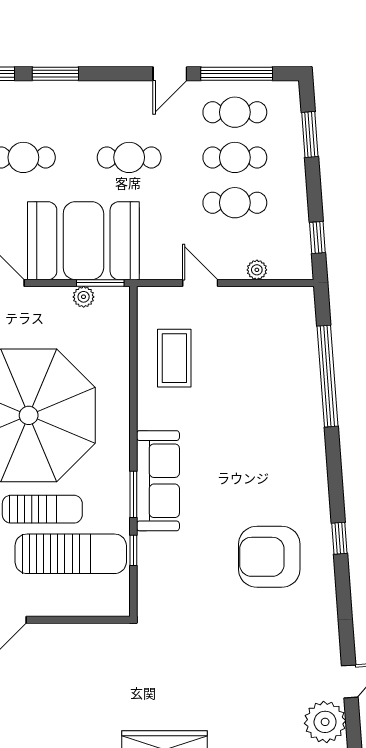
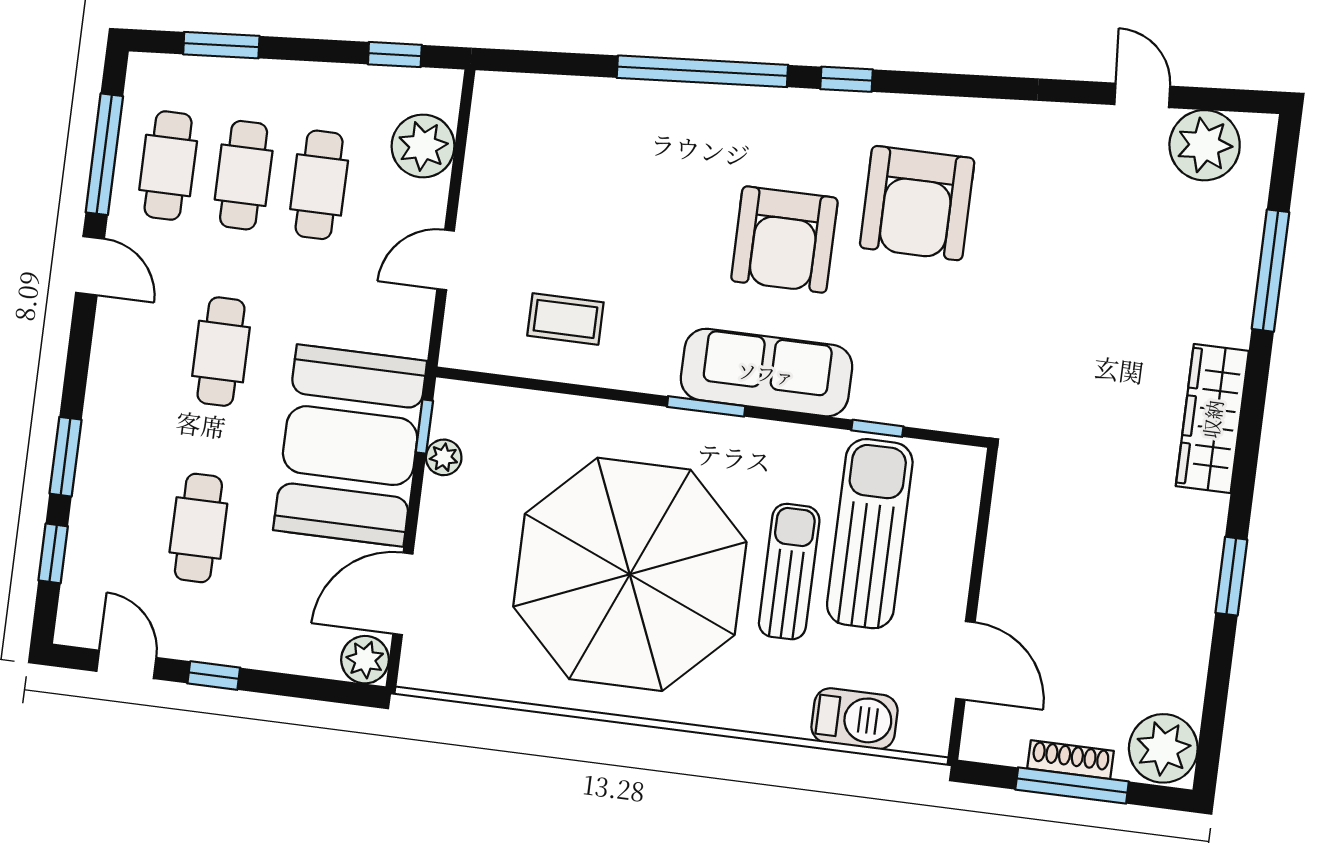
plant: (257, 270) -> (423, 146), width x1.87, depth x1.87
window: (100, 283) -> (424, 427), width x0.67
coffee table: (174, 358) -> (565, 319), width x0.73, depth x0.77
window: (327, 376) -> (702, 71), moved
armchair: (238, 481) -> (784, 240), added
window: (133, 494) -> (706, 406), moved
window: (339, 538) -> (847, 79), moved

